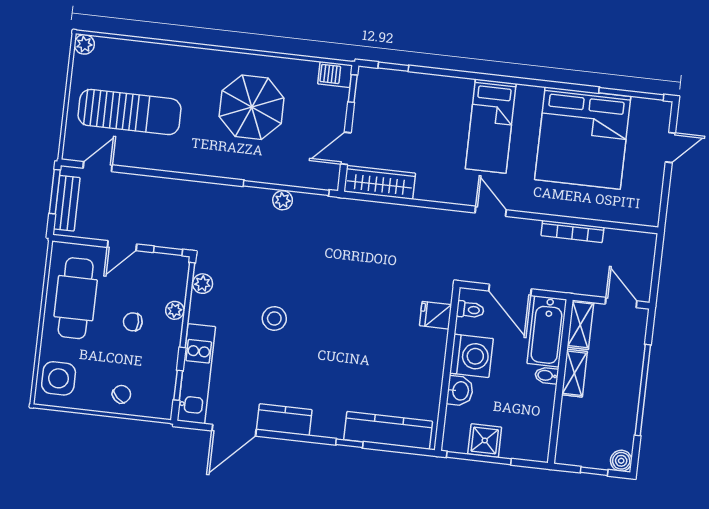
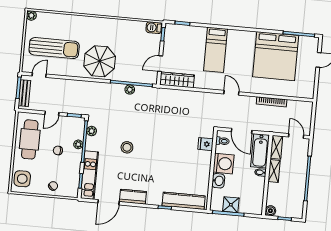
parasol: (252, 107) -> (100, 61), moved
bed: (491, 126) -> (216, 50), moved
boiler: (621, 461) -> (270, 211), moved

